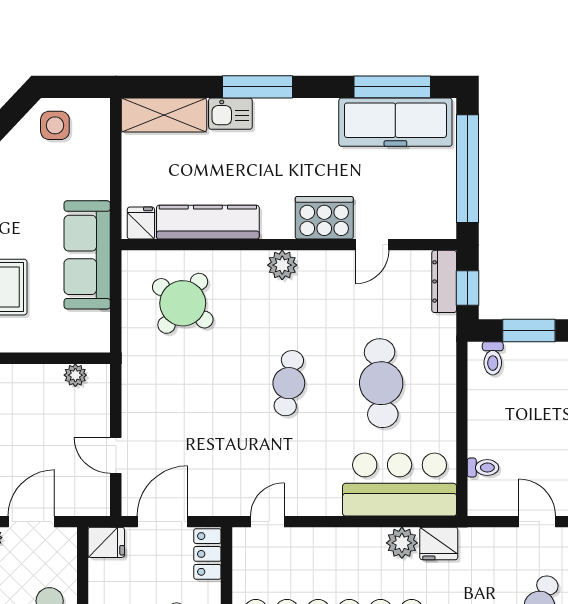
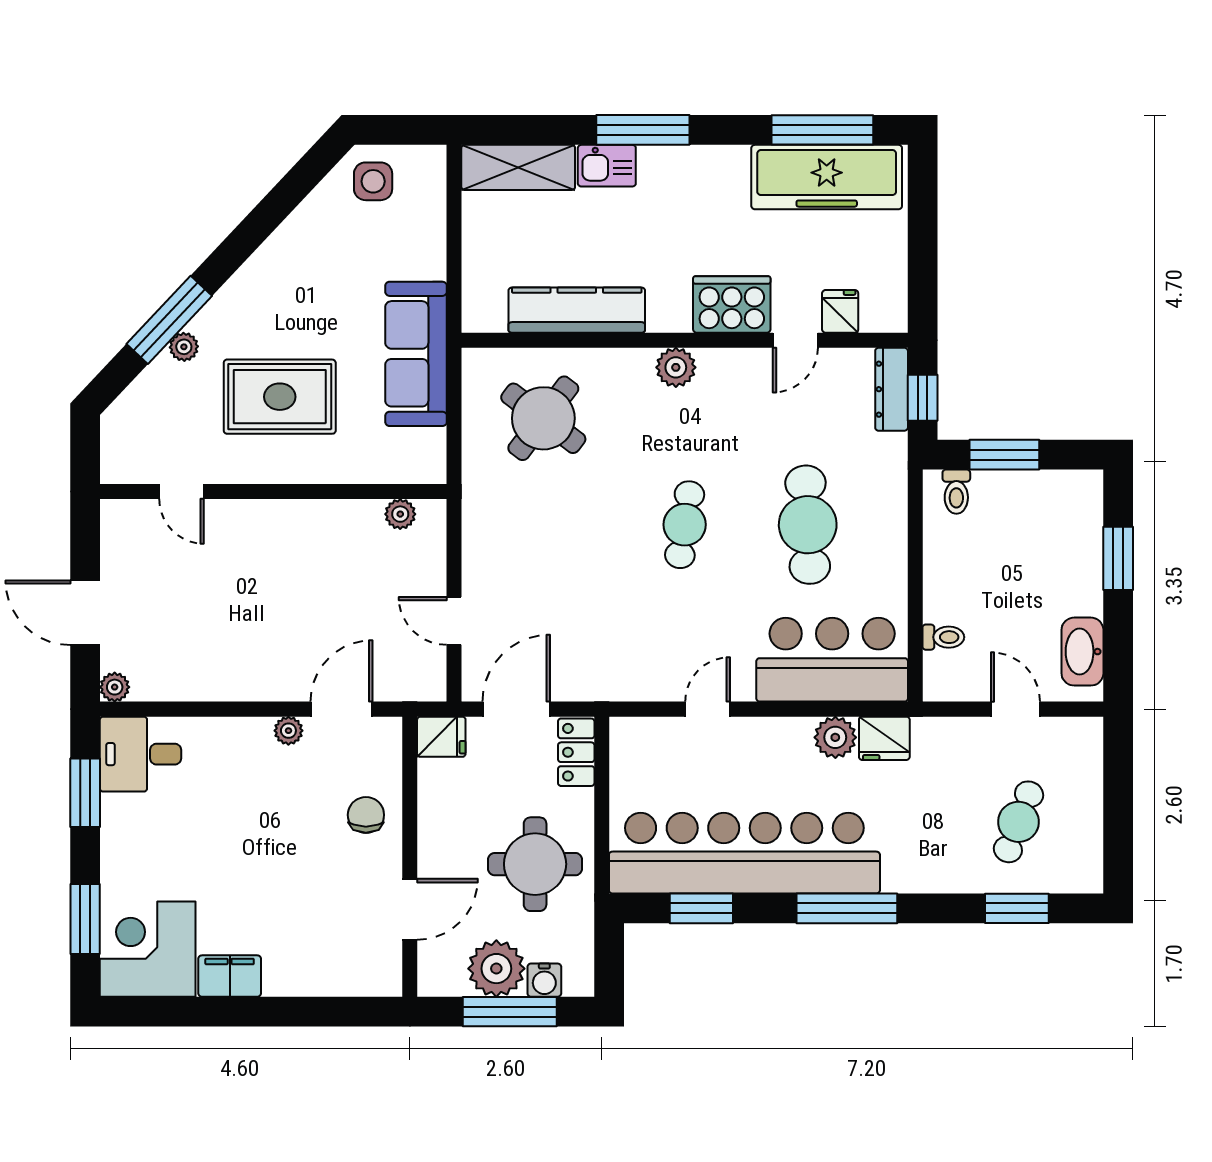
window: (467, 169) -> (923, 239), removed
fridge: (141, 223) -> (840, 311), moved
door: (267, 522) -> (708, 709), moved

